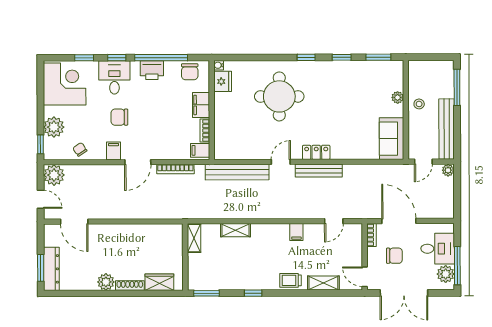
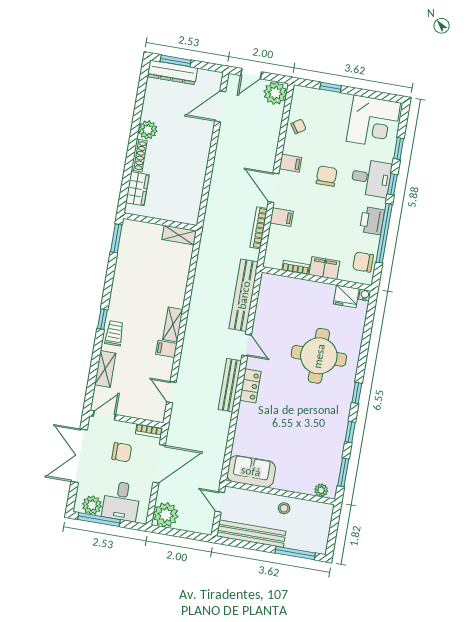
plant: (398, 97) -> (321, 490), moved
plant: (54, 127) -> (328, 102), removed
window: (40, 144) -> (331, 87), moved
filing cabinet: (200, 150) -> (282, 217), moved, turned 90
plant: (448, 170) -> (166, 515), moved, width x1.88, depth x1.88
shelving: (235, 230) -> (173, 325), moved
chair: (394, 256) -> (122, 452), turned -90
window: (253, 293) -> (102, 319), moved

